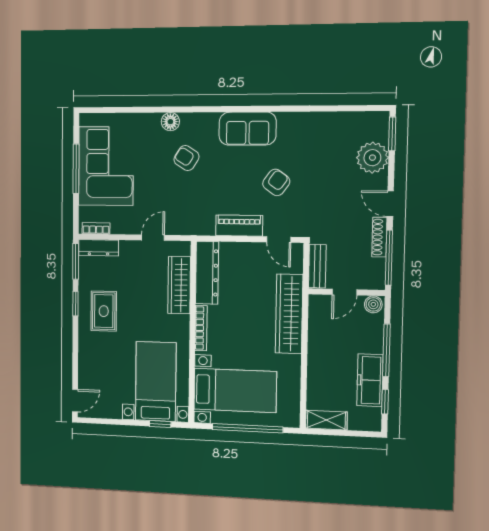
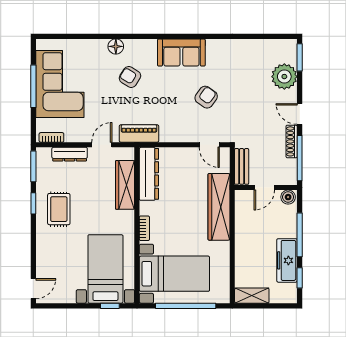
piano: (239, 226) -> (139, 133), moved
dresser: (99, 248) -> (70, 154), moved
bookcase: (201, 328) -> (144, 228), width x0.64

